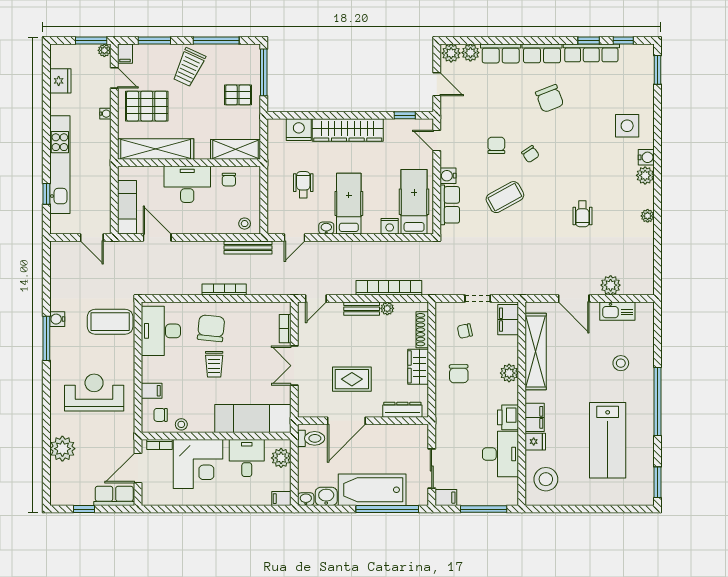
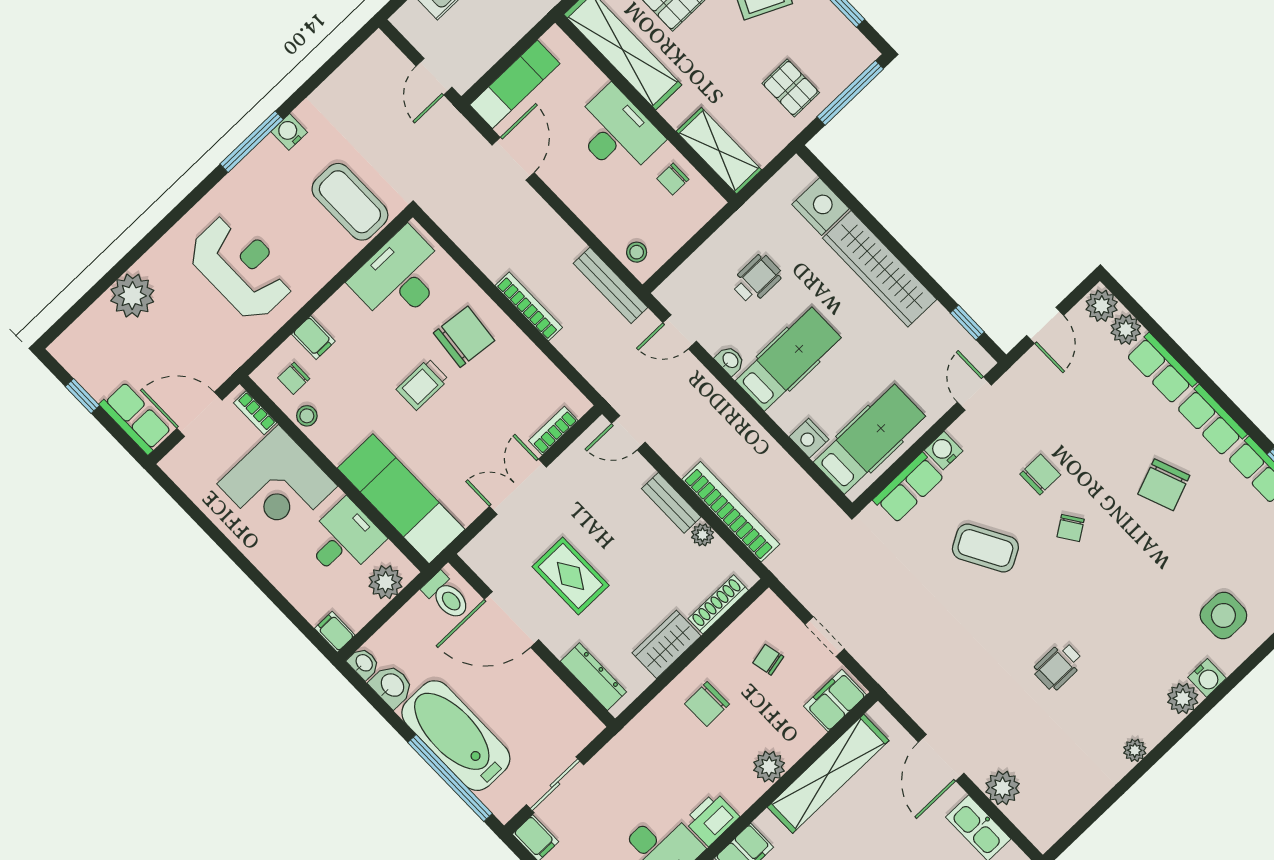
chair: (161, 415) -> (294, 378), turned -90

